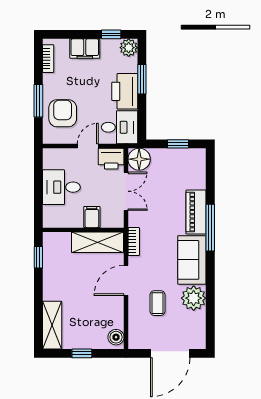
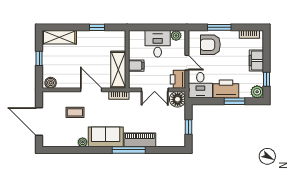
armchair: (63, 113) -> (210, 45), turned 180
plant: (50, 161) -> (176, 36), added
window: (38, 257) -> (97, 27), moved
plant: (194, 298) -> (83, 142), width x0.53, depth x0.53

